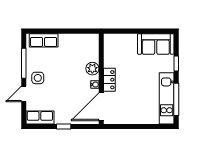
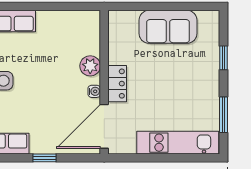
sofa: (156, 44) -> (168, 27), moved
kitchen unit: (167, 98) -> (178, 143), moved, turned 90
window: (176, 99) -> (223, 115), width x0.69

